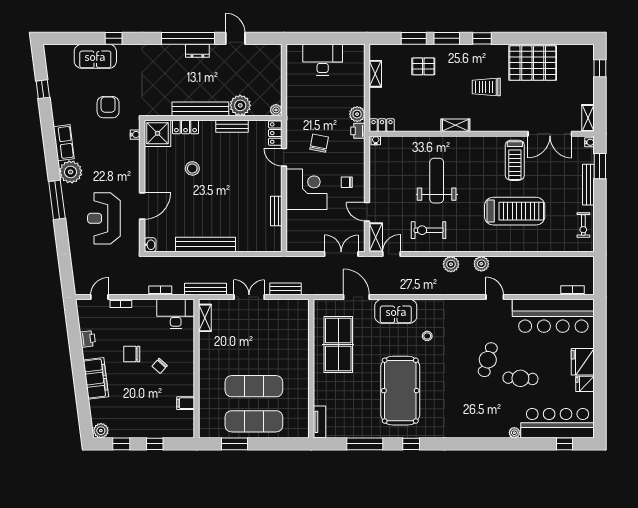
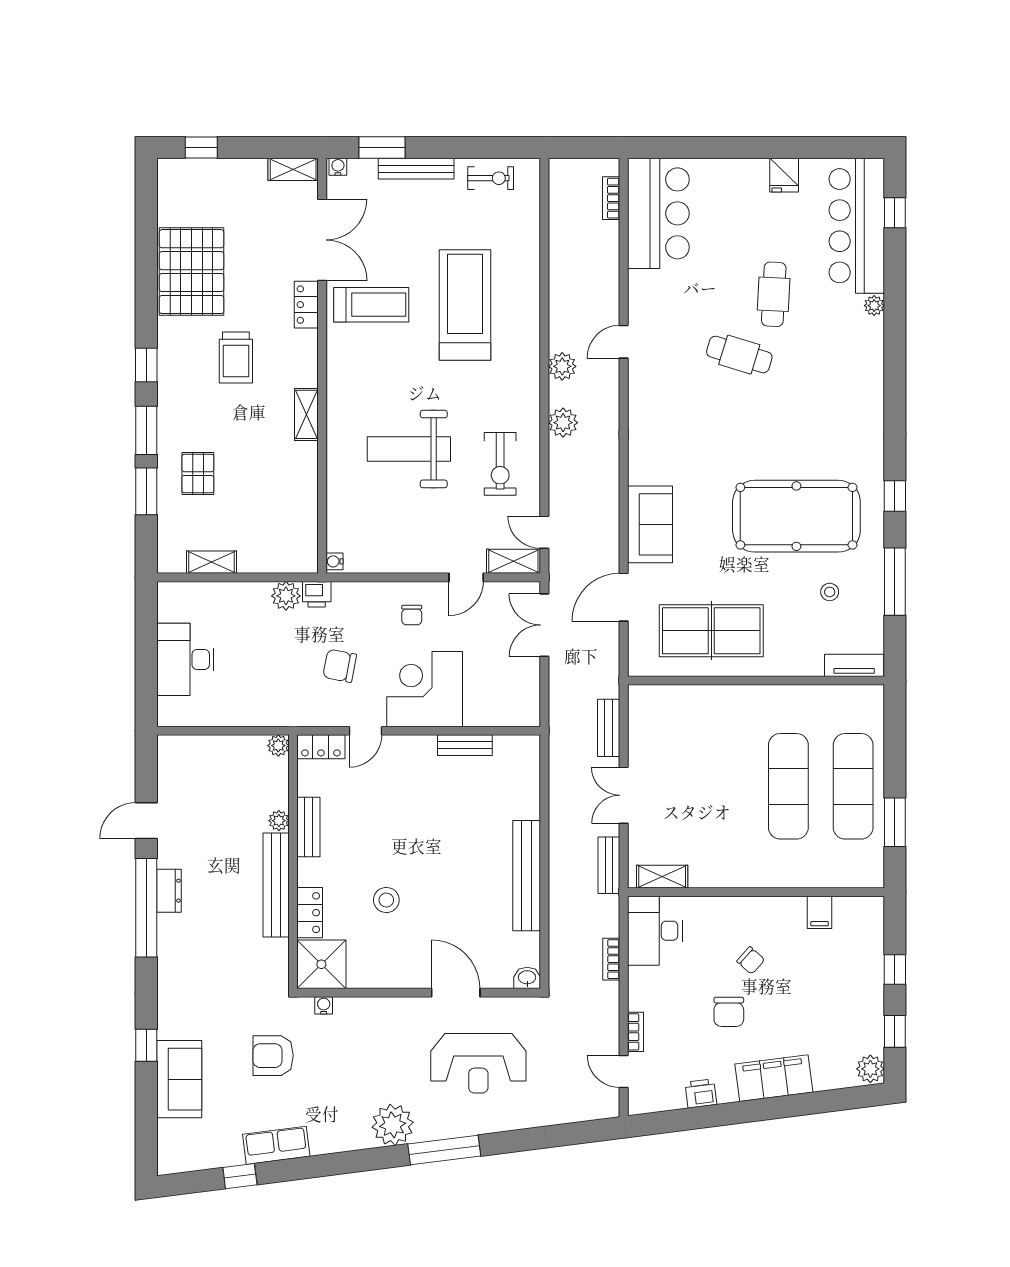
plant: (240, 105) -> (279, 821), width x0.53, depth x0.53
locker: (382, 125) -> (306, 305), moved
row of seats: (64, 143) -> (276, 1145), moved
bench: (206, 289) -> (609, 865), width x0.73
bar counter: (553, 316) -> (658, 213), width x0.73
stool: (427, 336) -> (830, 592), moved
fridge: (583, 362) -> (743, 179), removed

